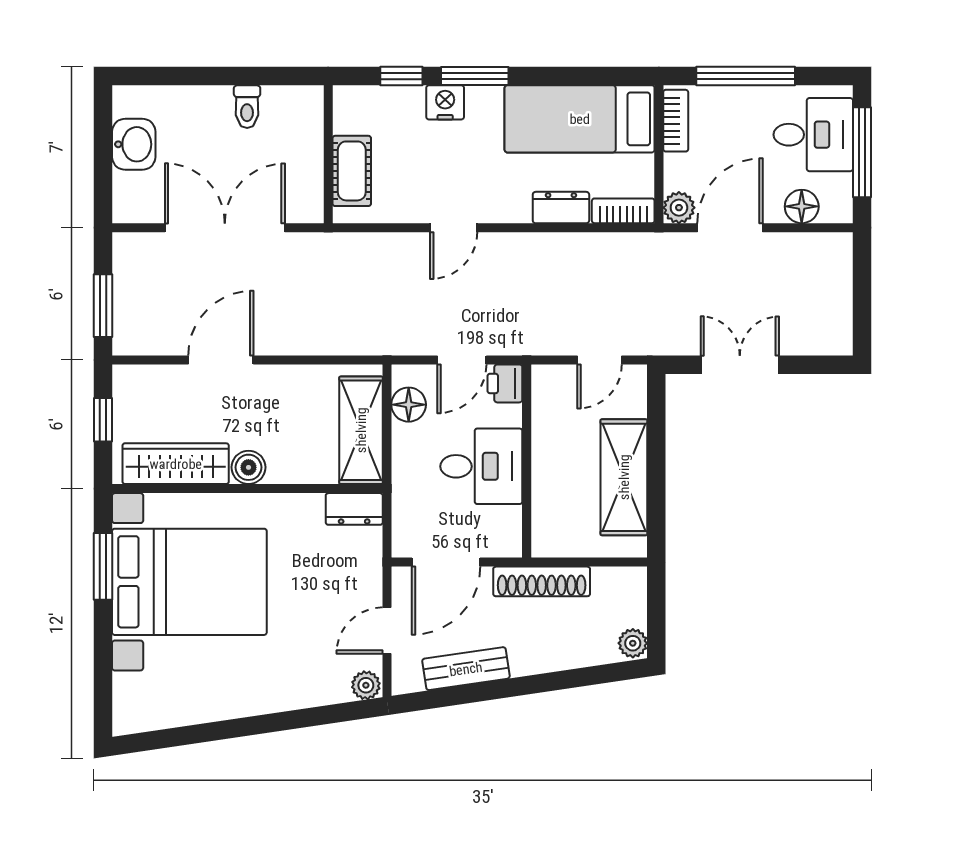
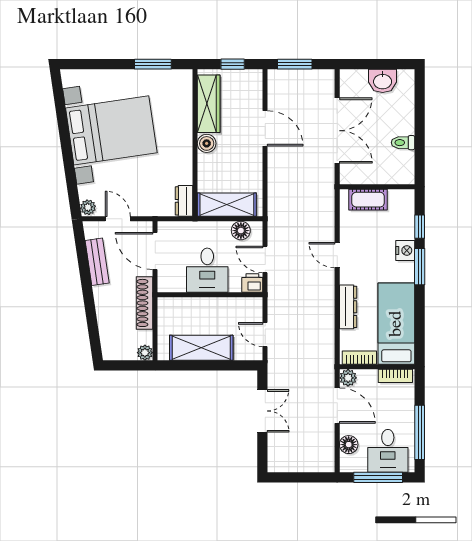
window: (746, 76) -> (420, 432), moved
dresser: (561, 208) -> (348, 307), width x1.44
bookcase: (623, 211) -> (359, 358), moved, turned -90
bed with nightstands: (189, 582) -> (111, 130), moved, turned -98
plant: (633, 643) -> (145, 353), moved

